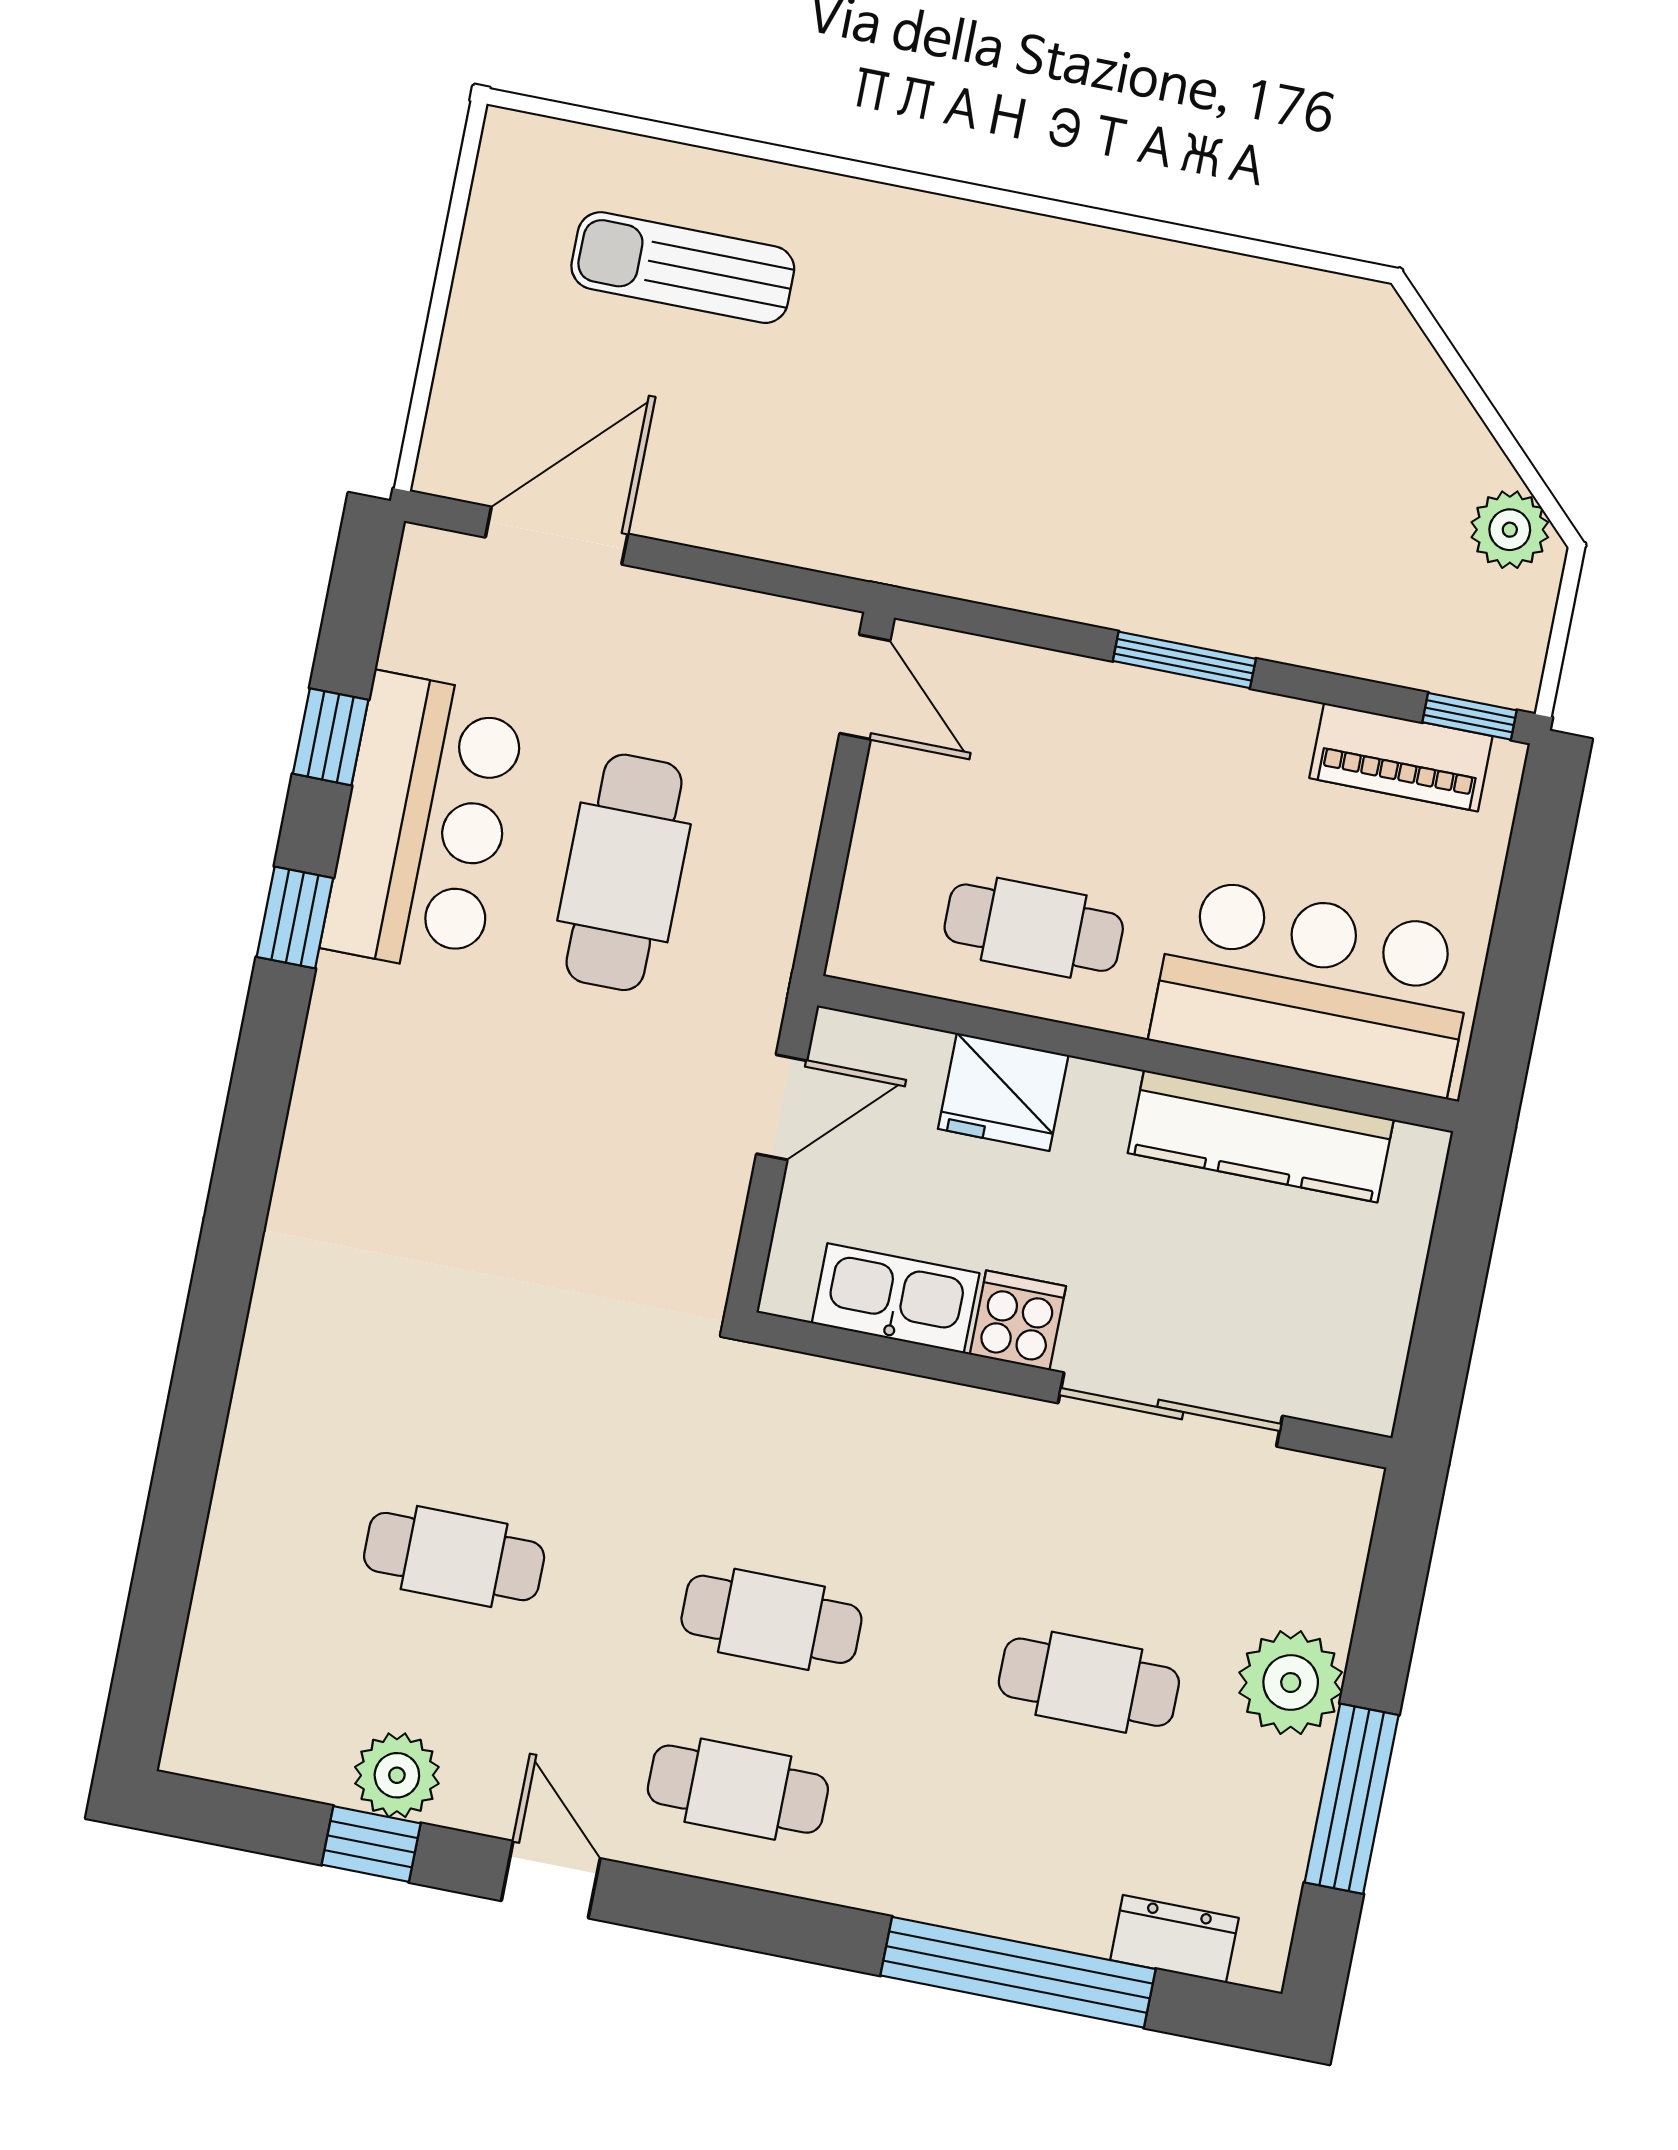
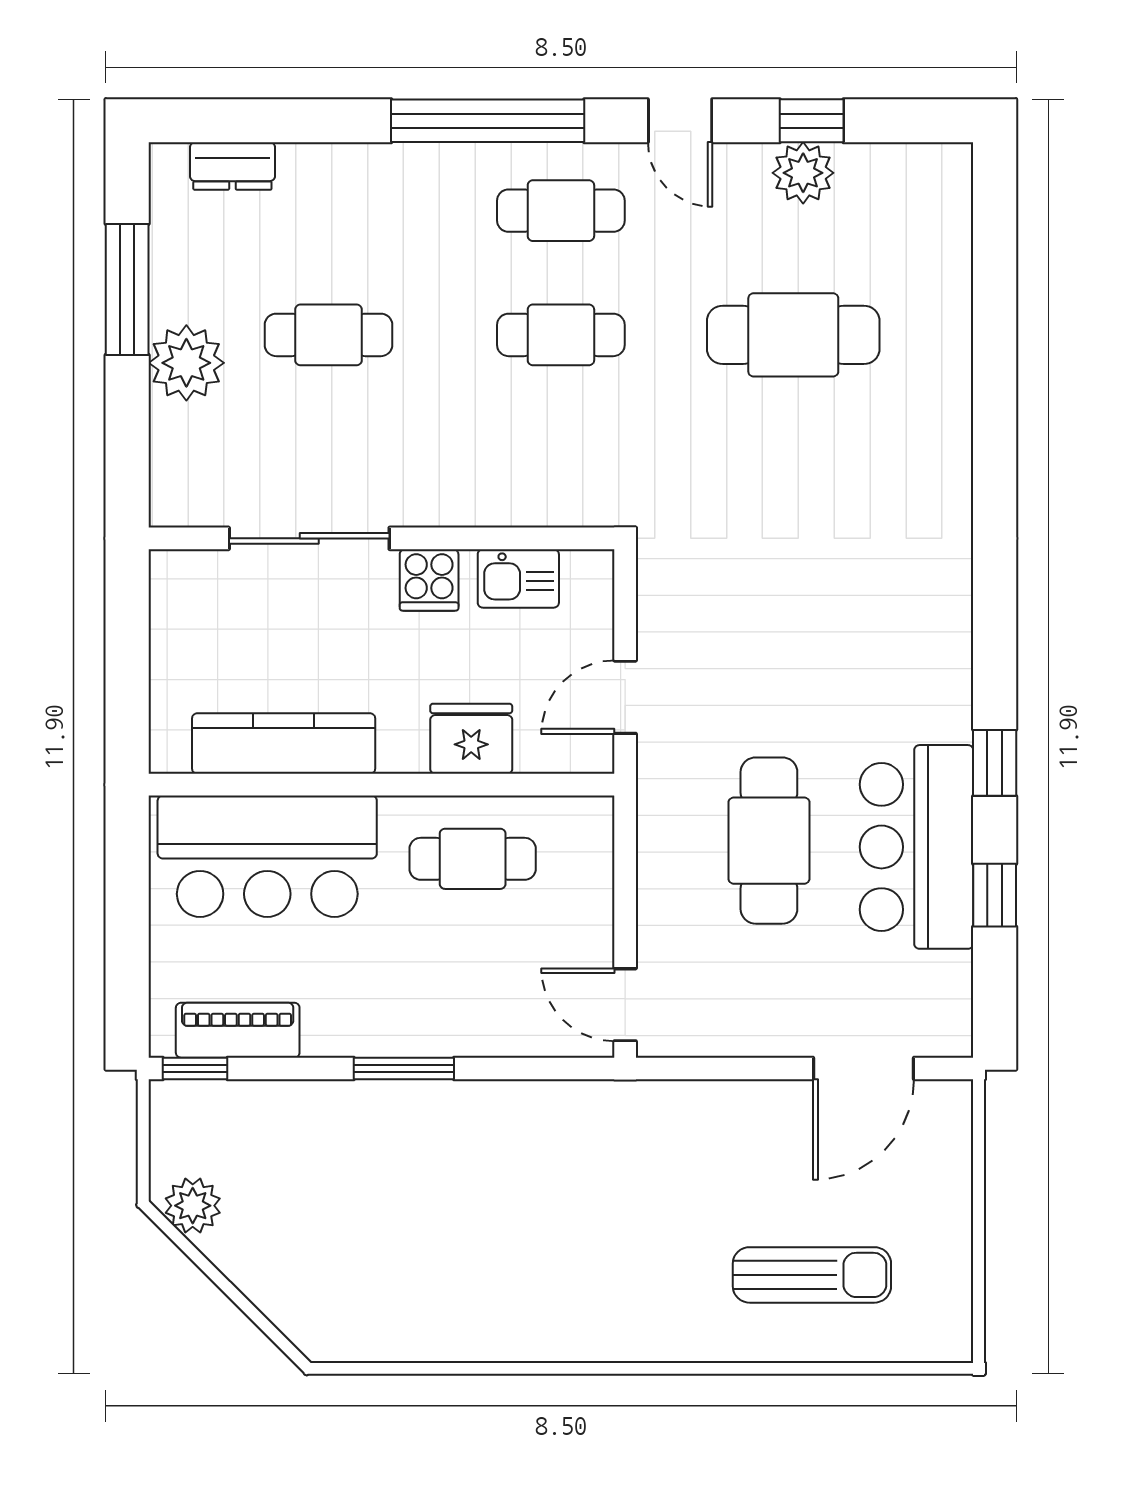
kitchen sink: (896, 1298) -> (518, 578), width x0.73
cafe table: (454, 1557) -> (793, 335), width x1.37, depth x1.35
window: (1018, 1972) -> (488, 121), moved

